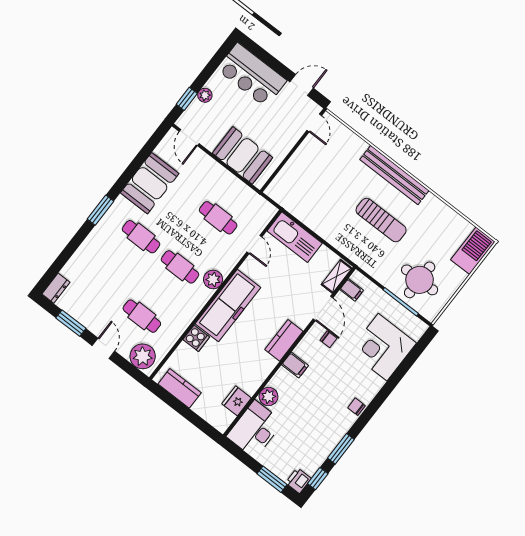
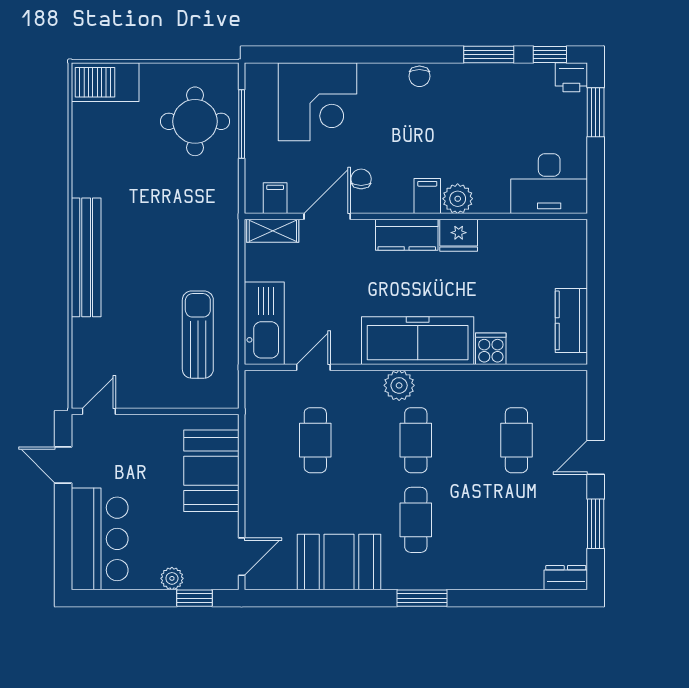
sun lounger: (381, 220) -> (198, 335), moved
plant: (143, 356) -> (567, 399), removed
plant: (269, 397) -> (458, 199), moved
fridge: (237, 401) -> (459, 235), moved

